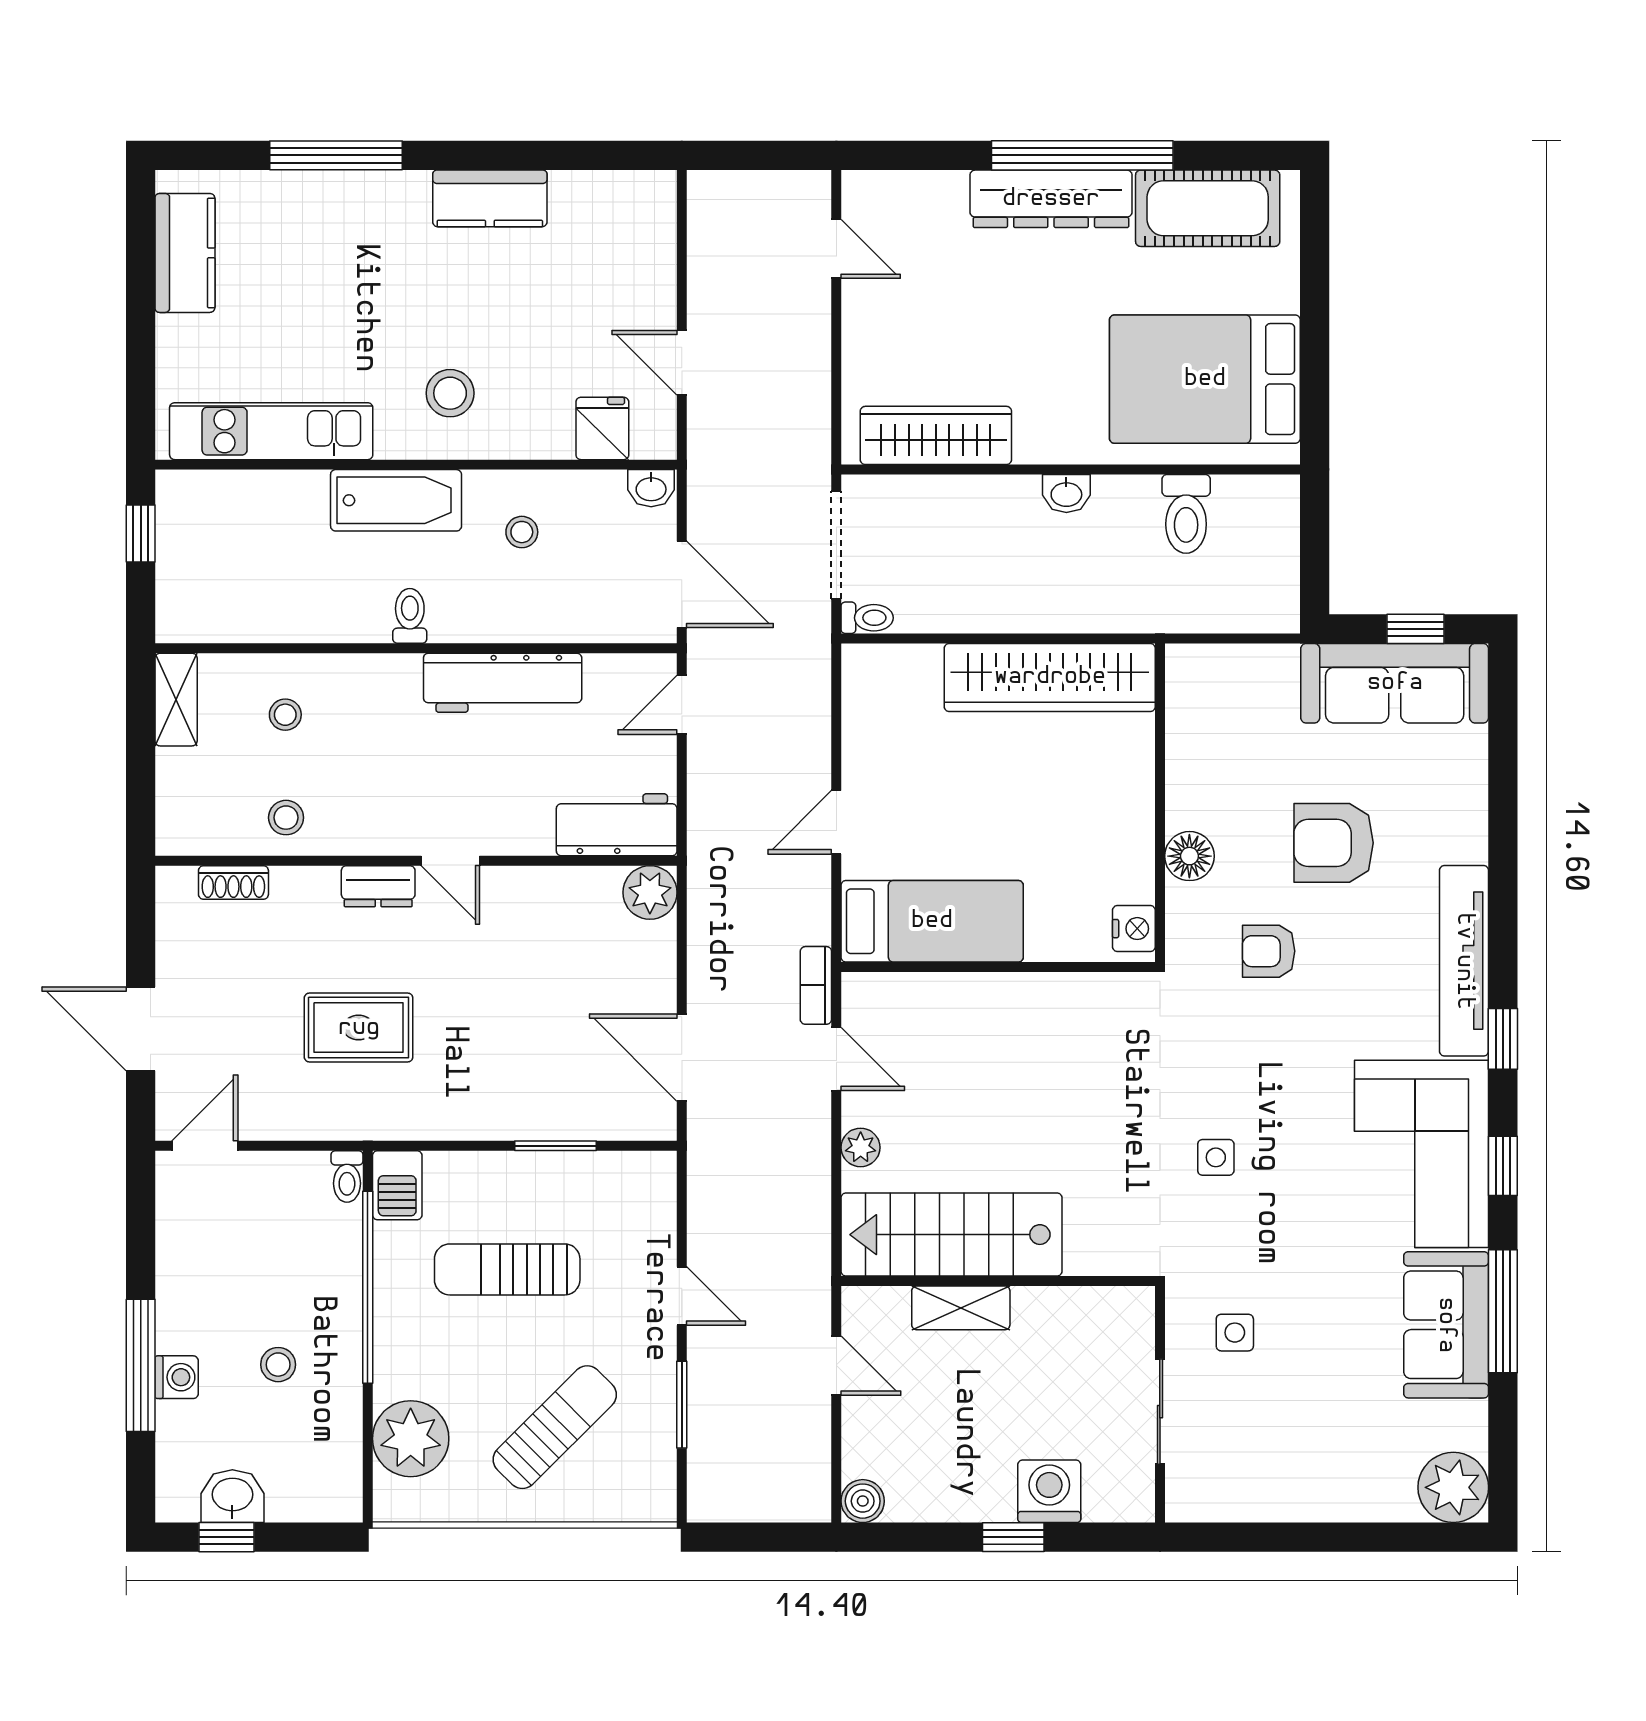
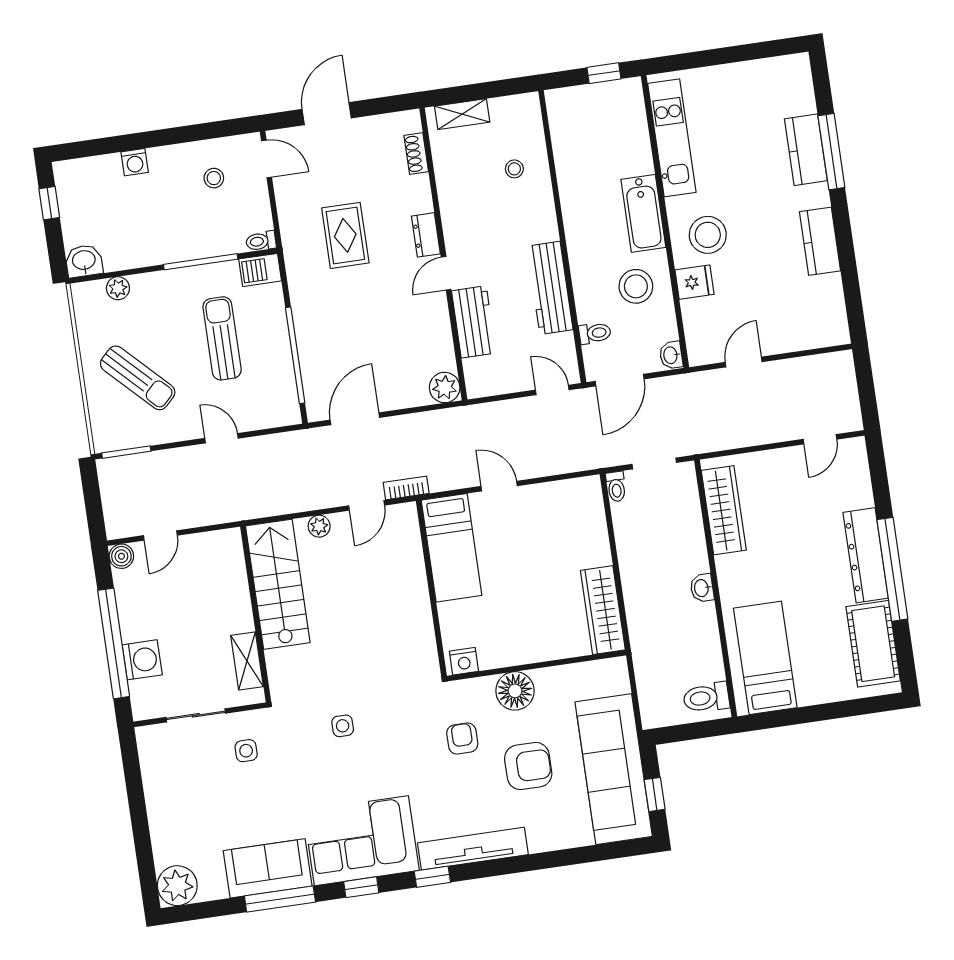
kitchen counter: (185, 253) -> (806, 150), moved, turned 90
bed: (1205, 379) -> (765, 658), width x0.67
stool: (450, 393) -> (708, 235), width x1.38, depth x1.38
fridge: (602, 428) -> (694, 282), moved
toilet: (1186, 514) -> (706, 698), moved
stool: (522, 532) -> (636, 286), width x1.89, depth x1.89
doorway: (836, 545) -> (654, 463), width x0.73
toilet: (410, 616) -> (595, 333), moved
wardrobe: (1050, 677) -> (603, 610), width x0.71, depth x0.85
sofa: (1395, 683) -> (614, 769), width x1.36, depth x1.27
shelving: (176, 700) -> (462, 114), moved
stool: (286, 818) -> (457, 178), removed
workbench: (617, 825) -> (474, 322), moved
armchair: (1334, 843) -> (528, 766), turned 90
floor lamp: (1189, 856) -> (515, 691), width x1.38, depth x1.38
window: (556, 1146) -> (295, 355), width x2.11
window: (368, 1287) -> (201, 262), width x0.68
door: (682, 1296) -> (221, 438), swing flipped
shelving: (961, 1308) -> (247, 661), moved
window: (141, 1365) -> (138, 141), removed
stool: (278, 1365) -> (214, 178), moved
door: (836, 1366) -> (160, 535), moved
window: (682, 1405) -> (126, 452), moved
plant: (411, 1439) -> (118, 288), width x0.53, depth x0.53
washbasin: (232, 1496) -> (84, 261), moved, turned -90
window: (1013, 1537) -> (114, 643), width x3.17

